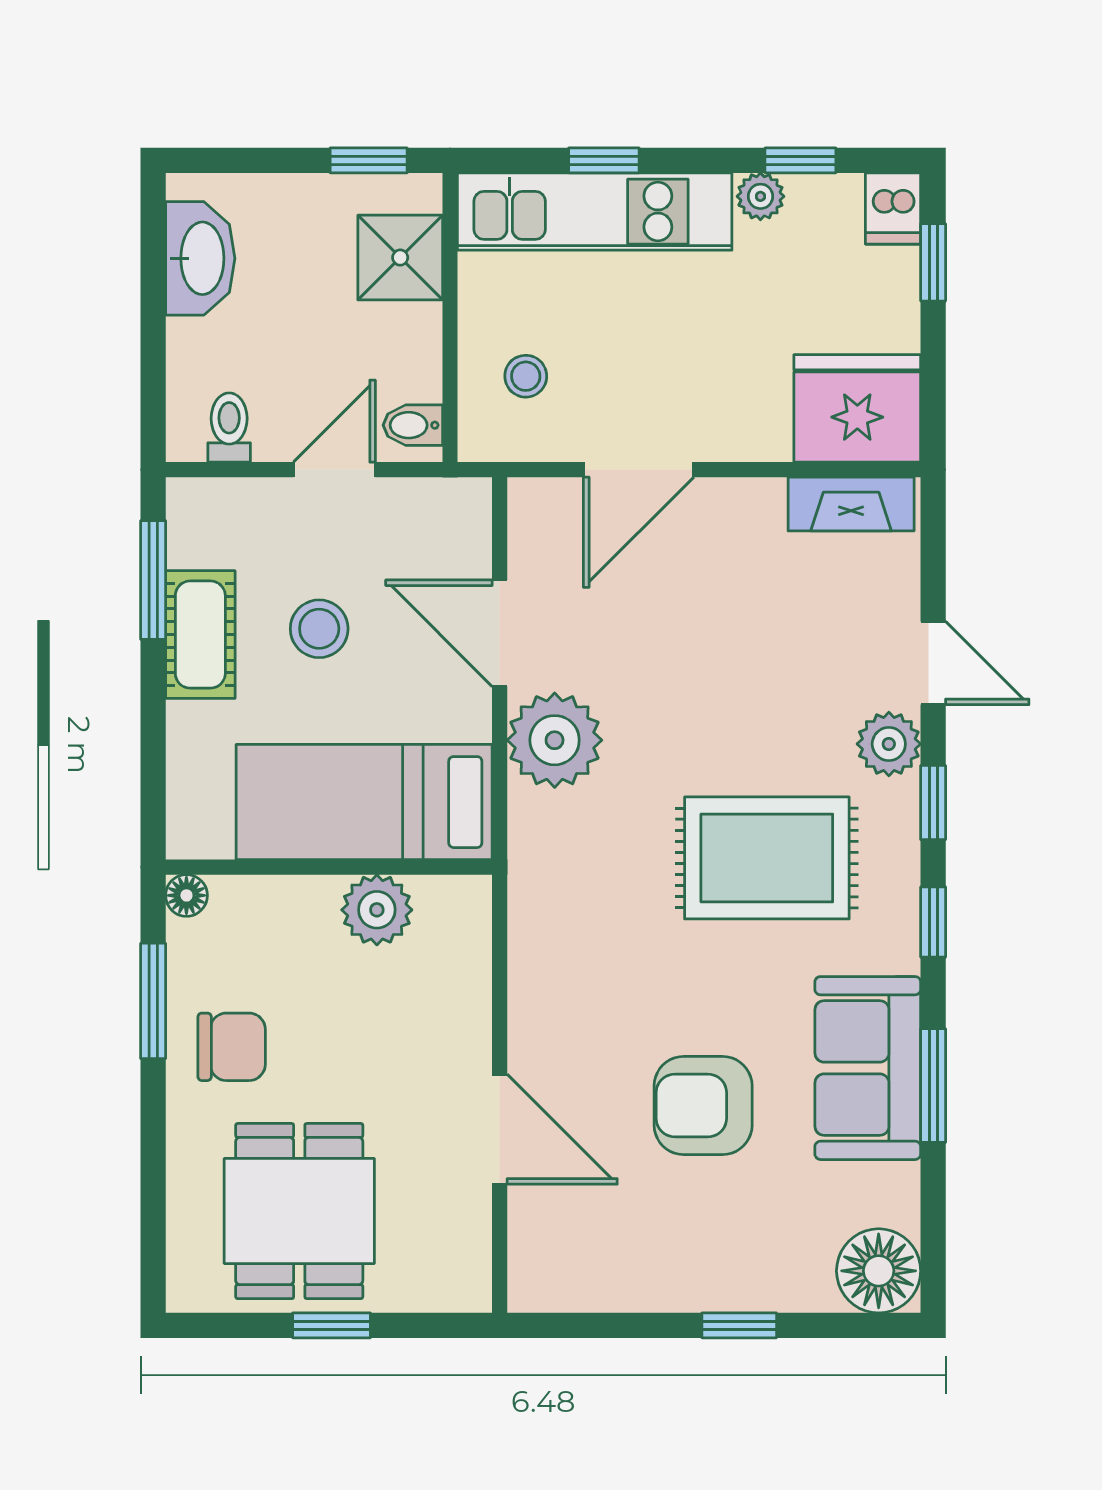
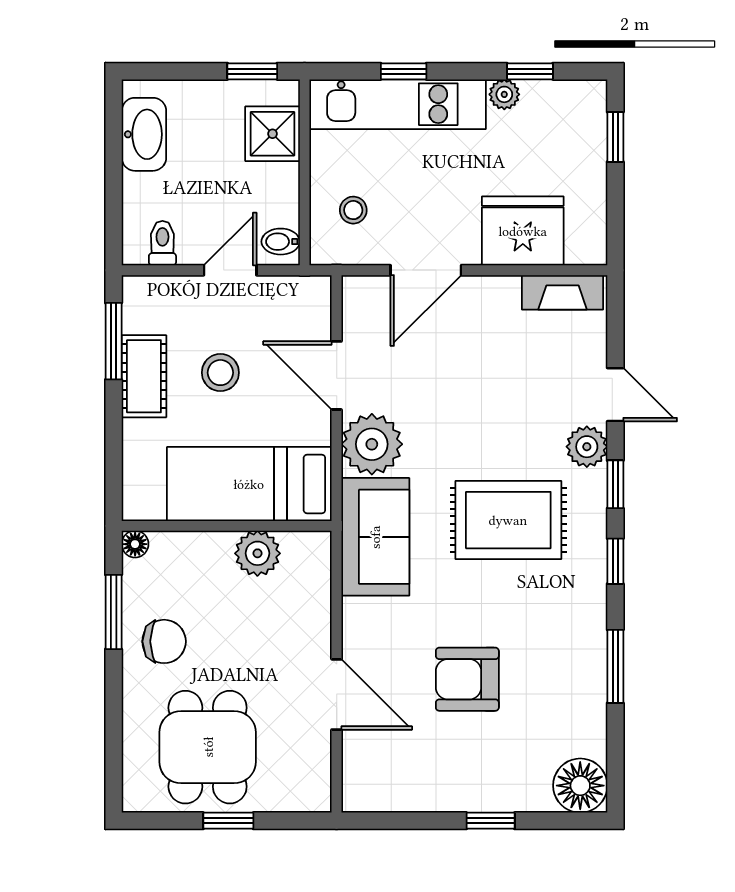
dishwasher: (893, 208) -> (590, 102), removed
fridge: (857, 408) -> (523, 231), moved
sofa: (868, 1068) -> (375, 537), moved, turned 180

